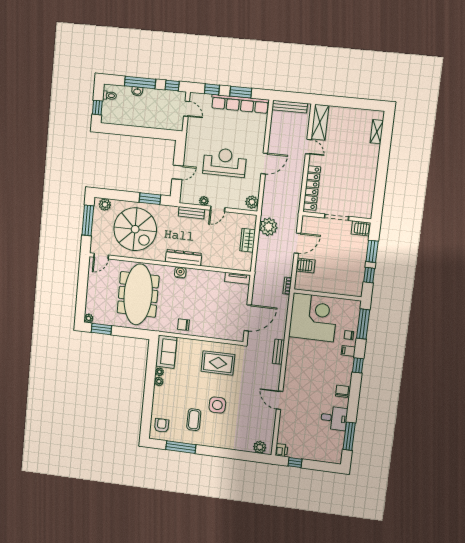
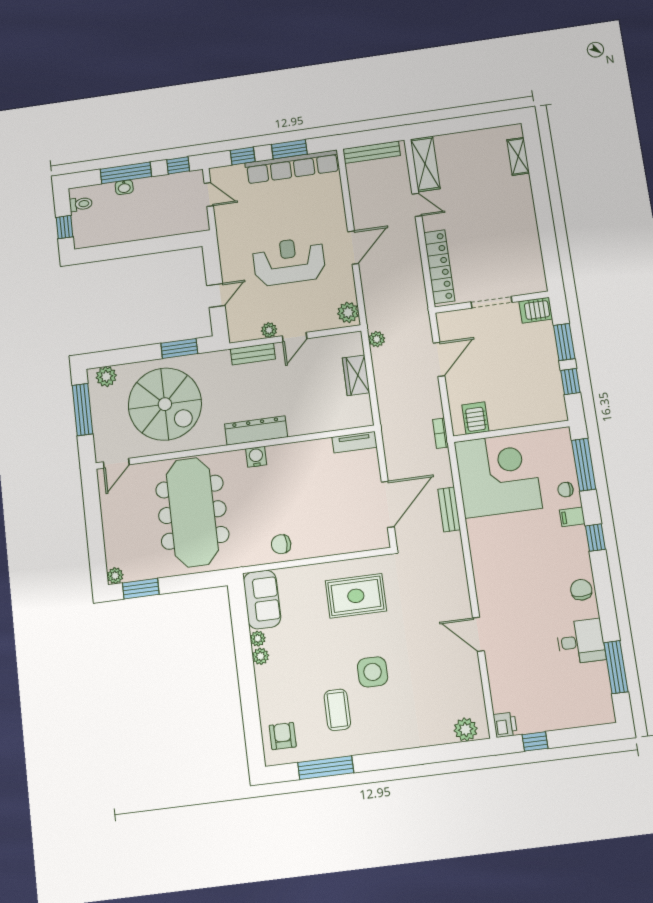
plant: (268, 227) -> (377, 339), width x0.53, depth x0.53
server rack: (306, 265) -> (475, 418), moved, turned -90
bench: (279, 352) -> (449, 509), moved

